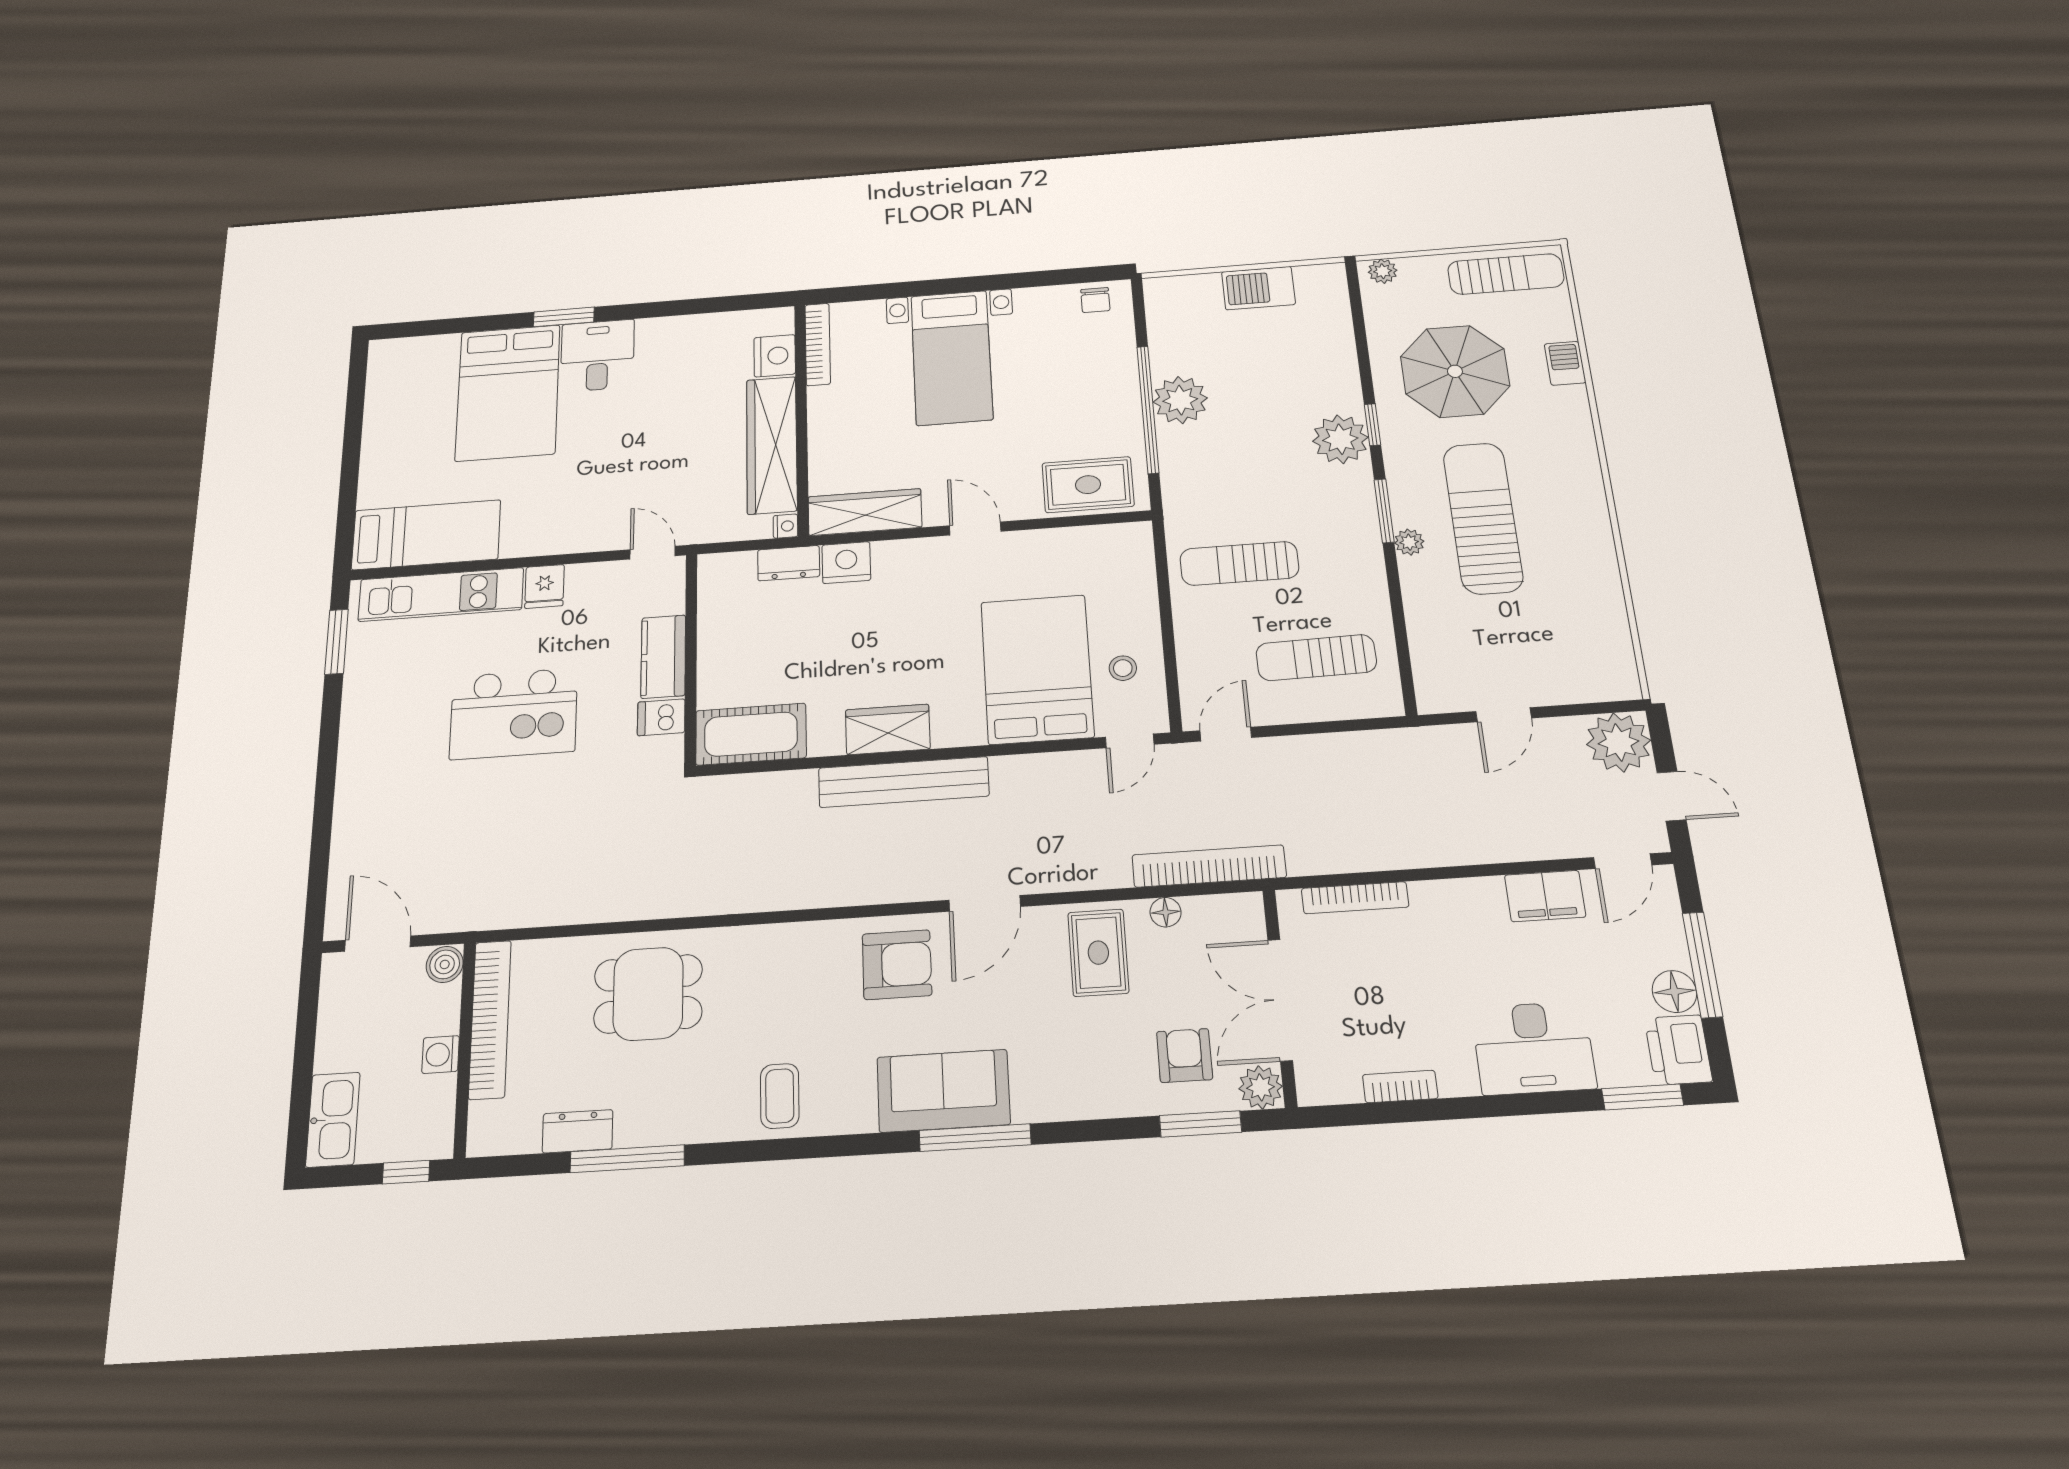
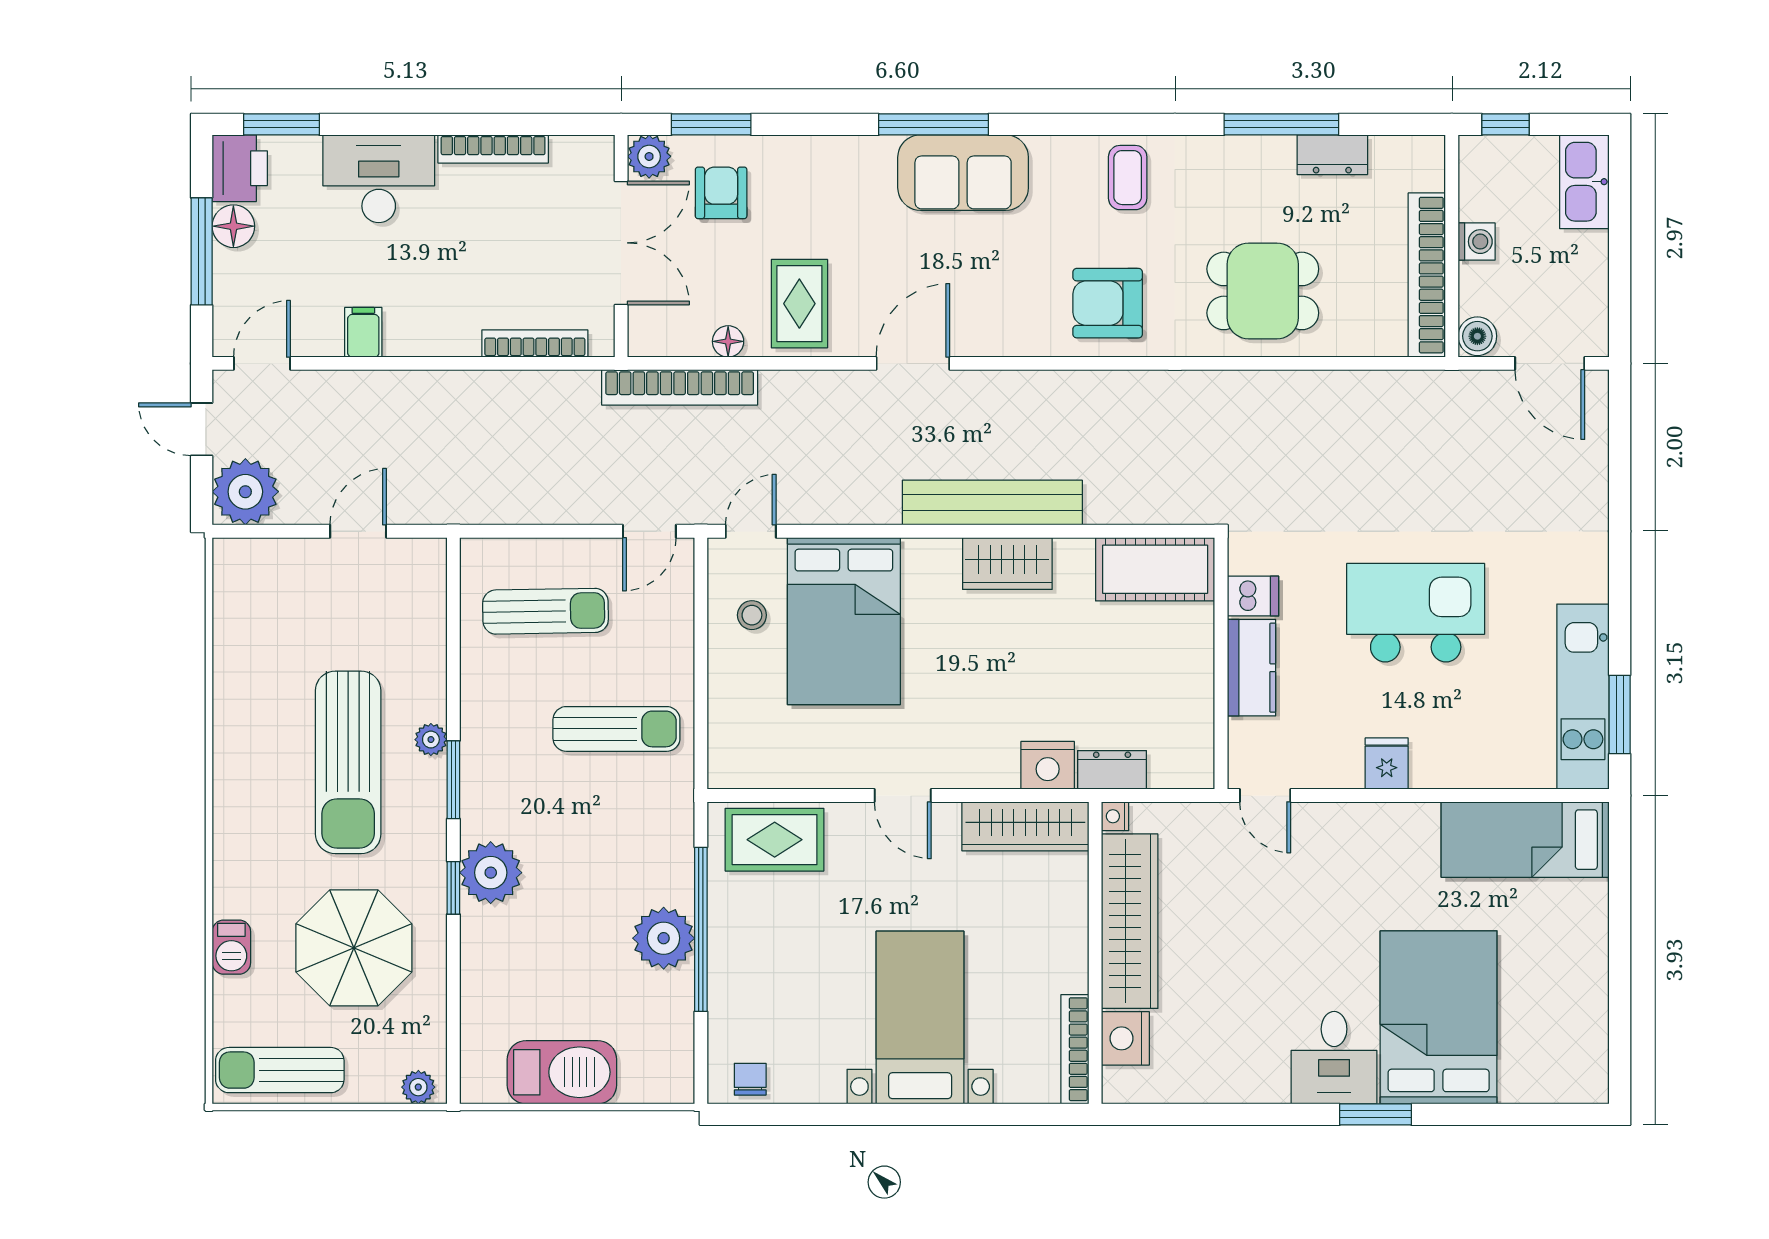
barbecue: (1258, 288) -> (562, 1072), width x1.37, depth x1.21
kitchen unit: (441, 594) -> (1583, 697), moved, turned -90
filing cabinet: (1545, 896) -> (363, 332), width x0.50
armchair: (897, 965) -> (1108, 303), moved
armchair: (1184, 1055) -> (721, 193), turned 180
bookcase: (1400, 1087) -> (493, 149), width x1.56

